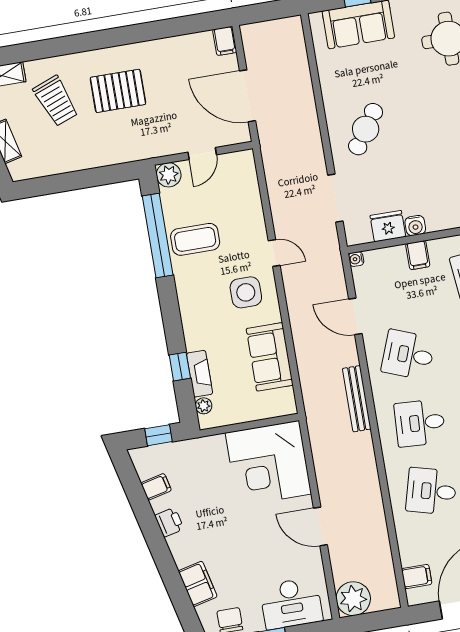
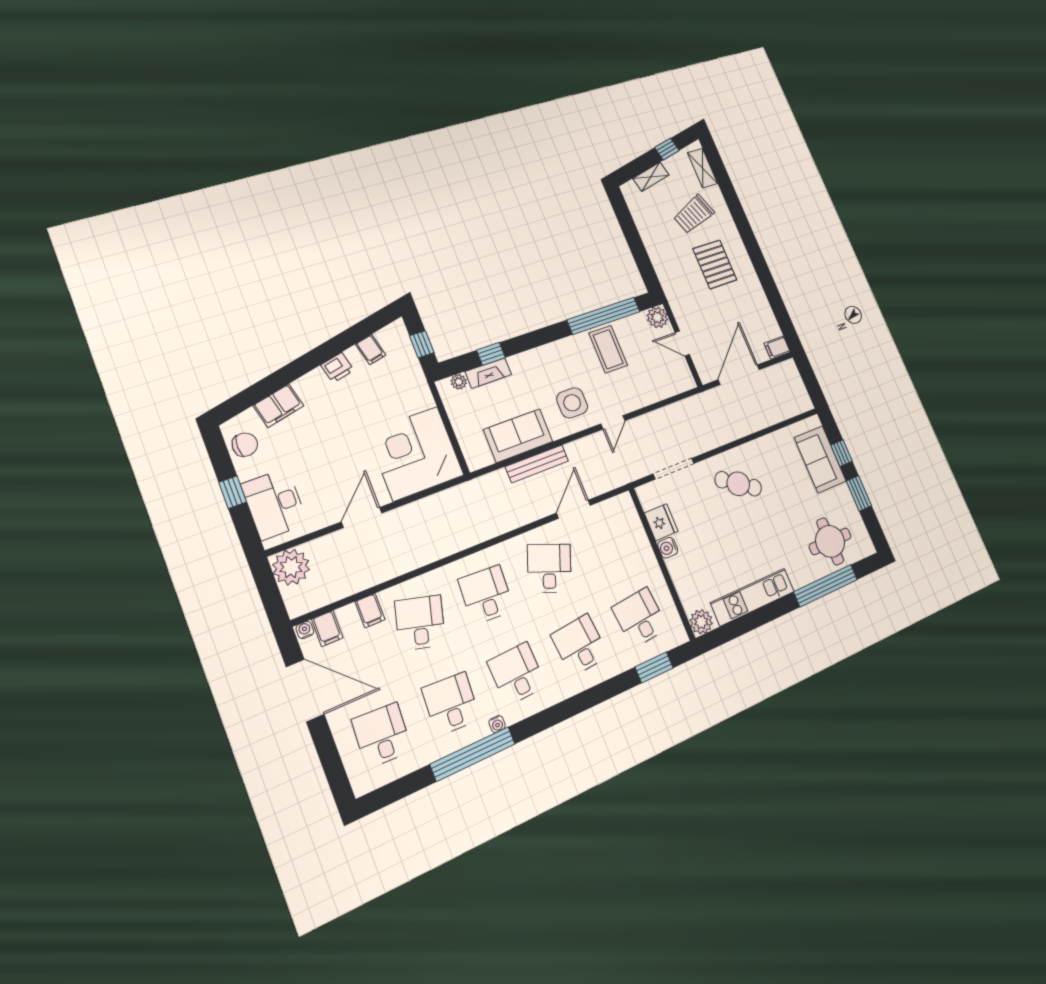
filing cabinet: (418, 255) -> (370, 611), moved, turned -90
water cooler: (356, 259) -> (305, 630), moved
bench: (357, 399) -> (537, 464), moved

